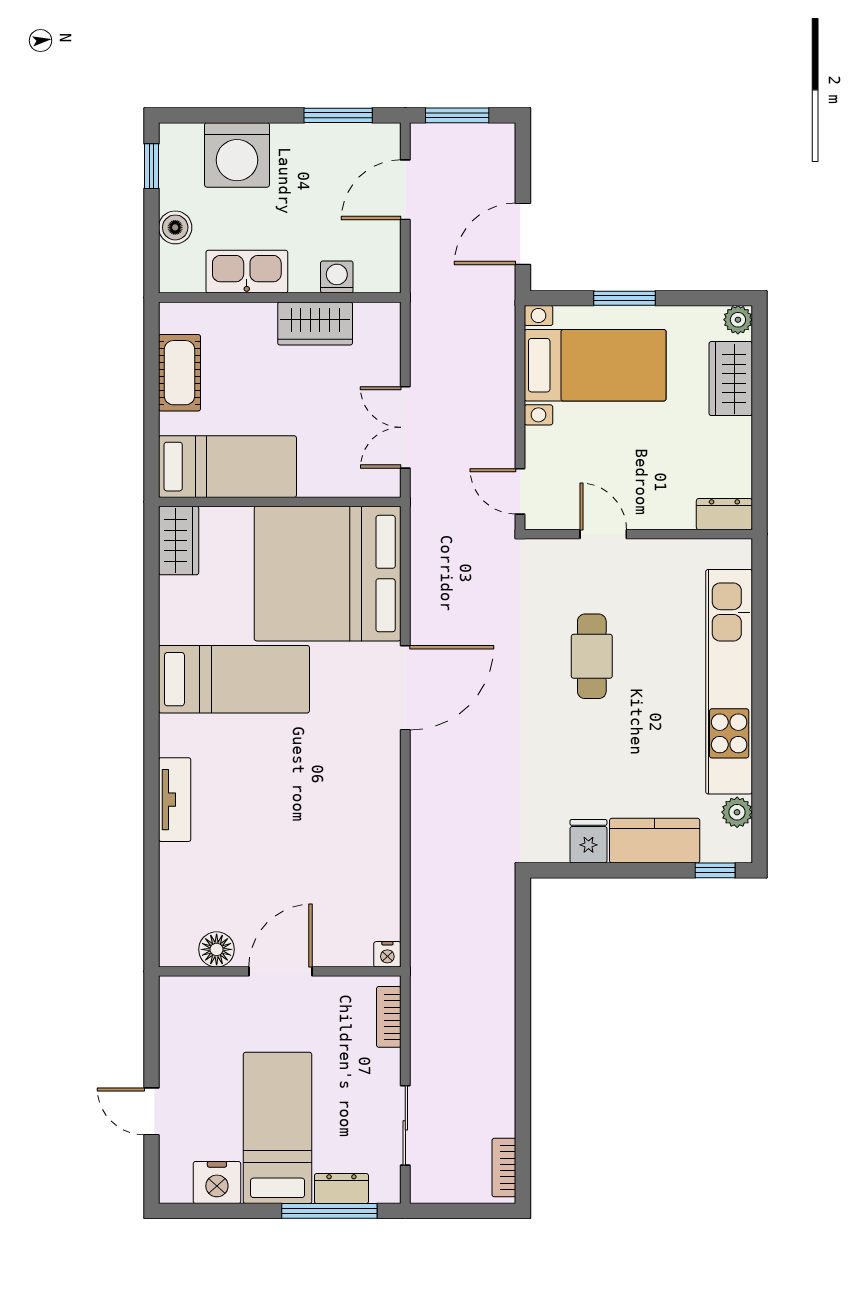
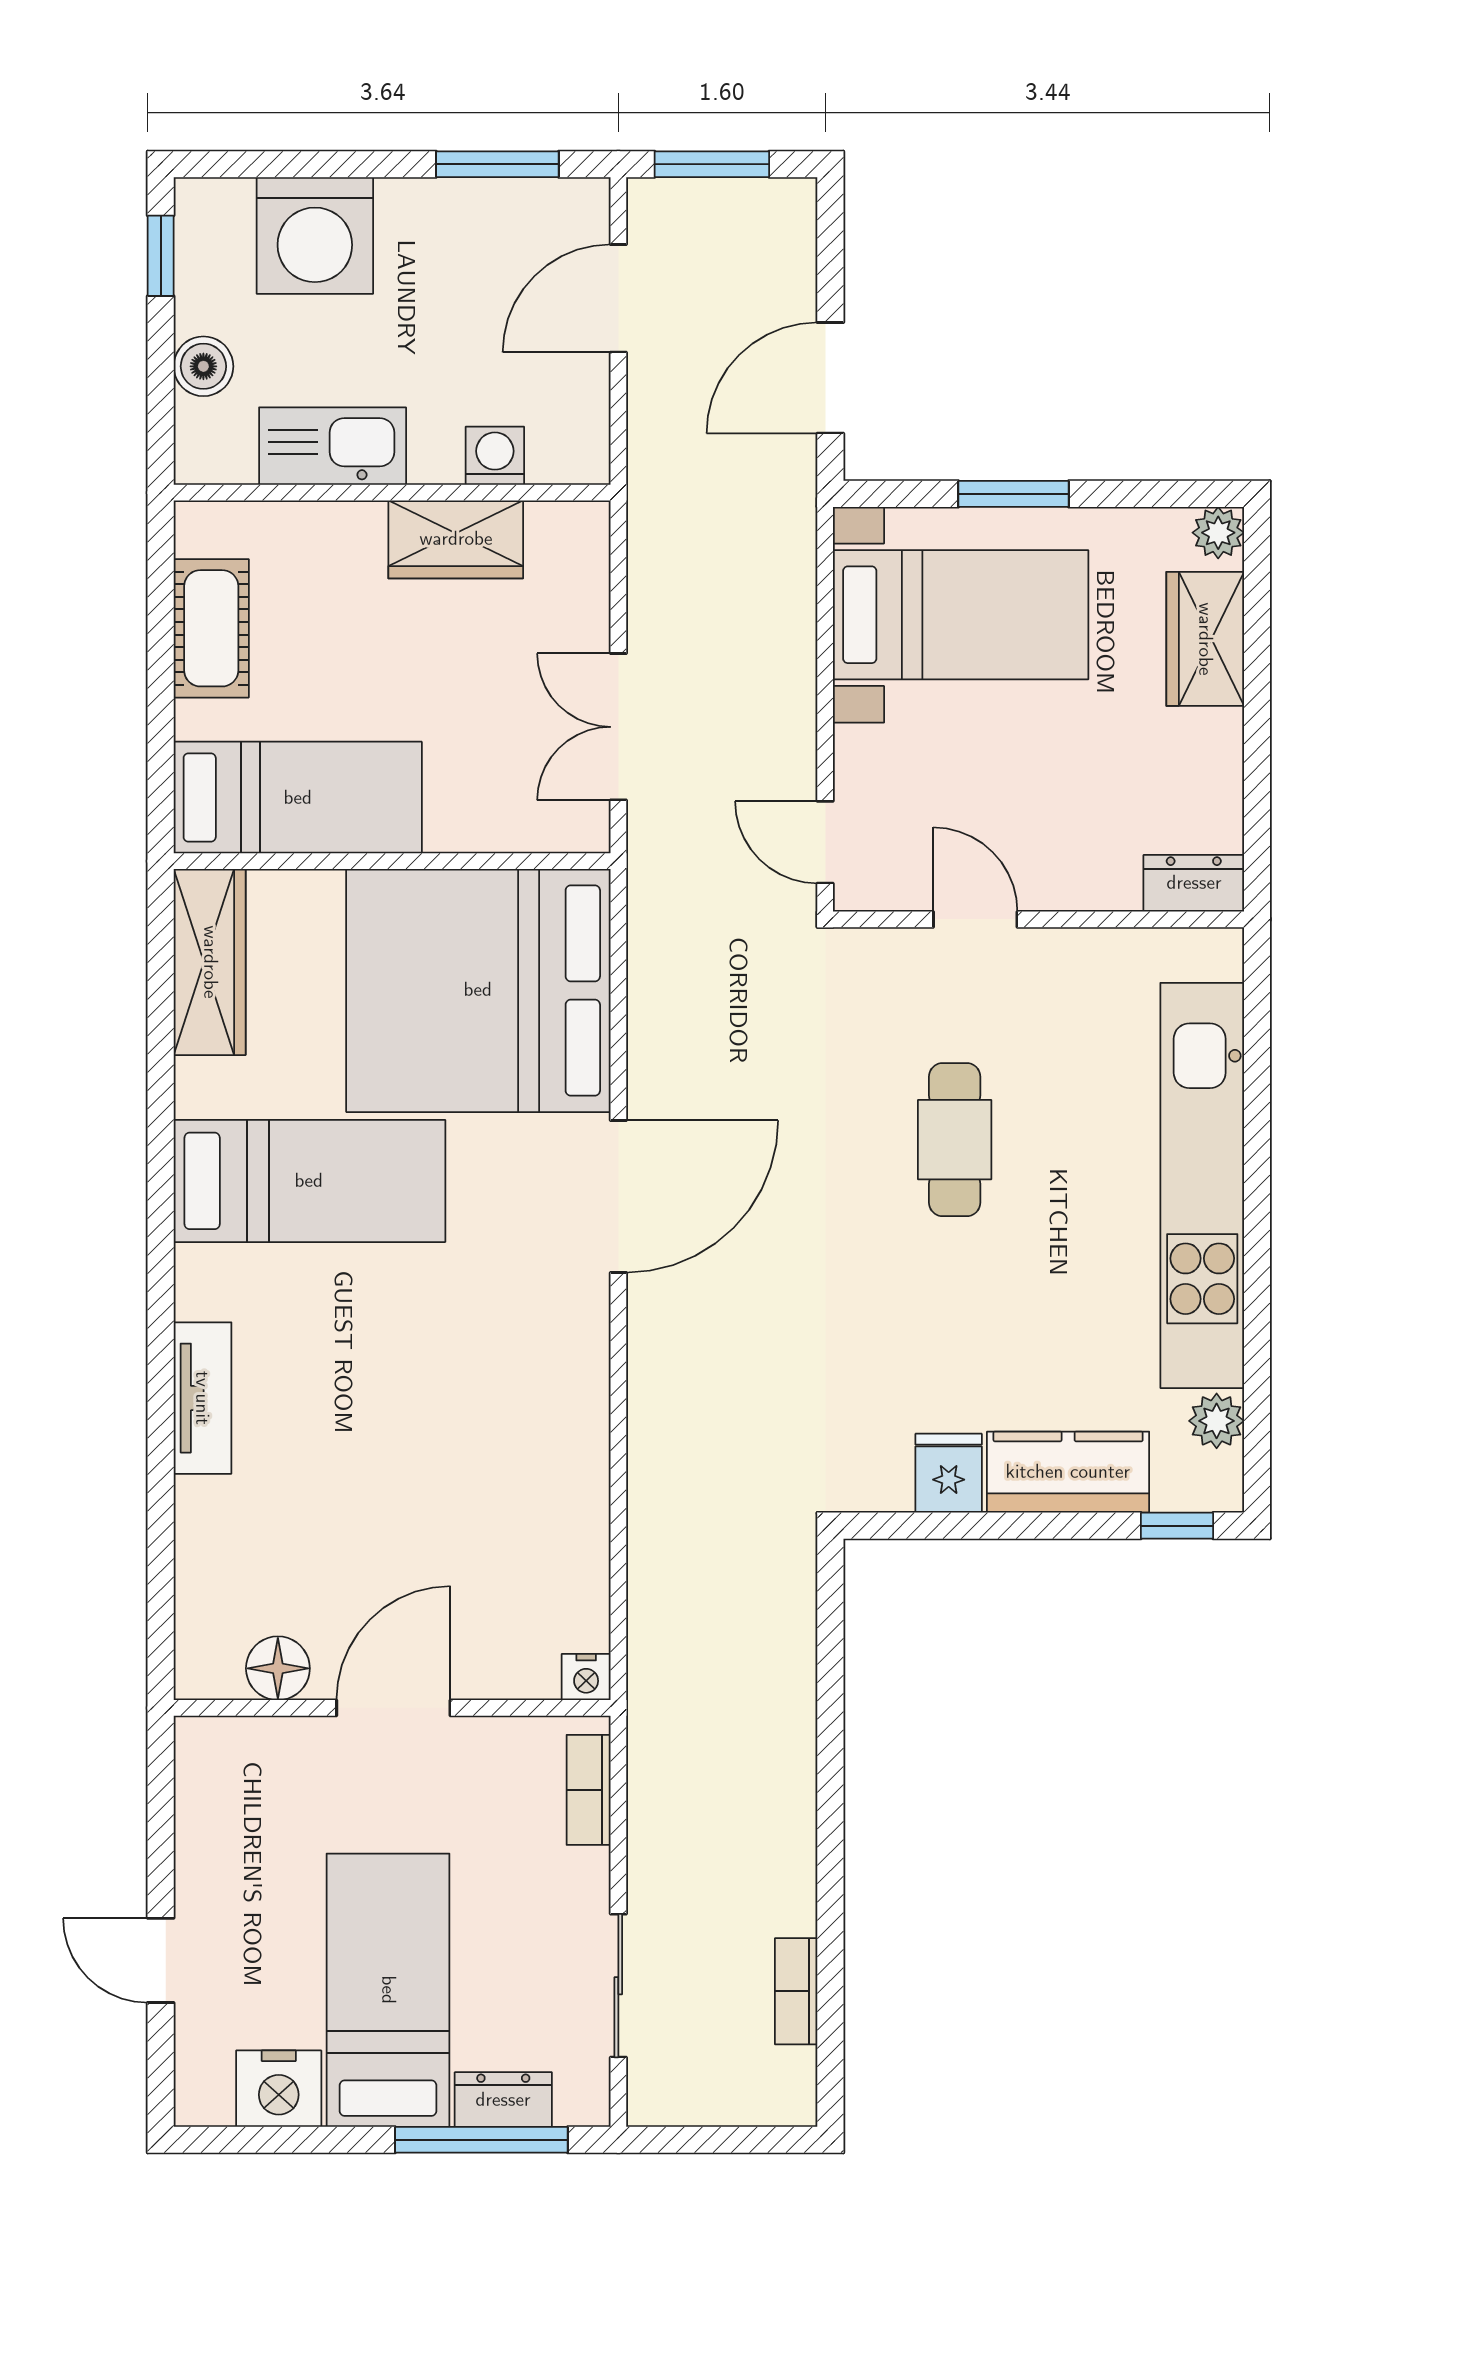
wardrobe: (179, 541) -> (210, 962), width x1.50
bookcase: (504, 1168) -> (796, 1991), moved

